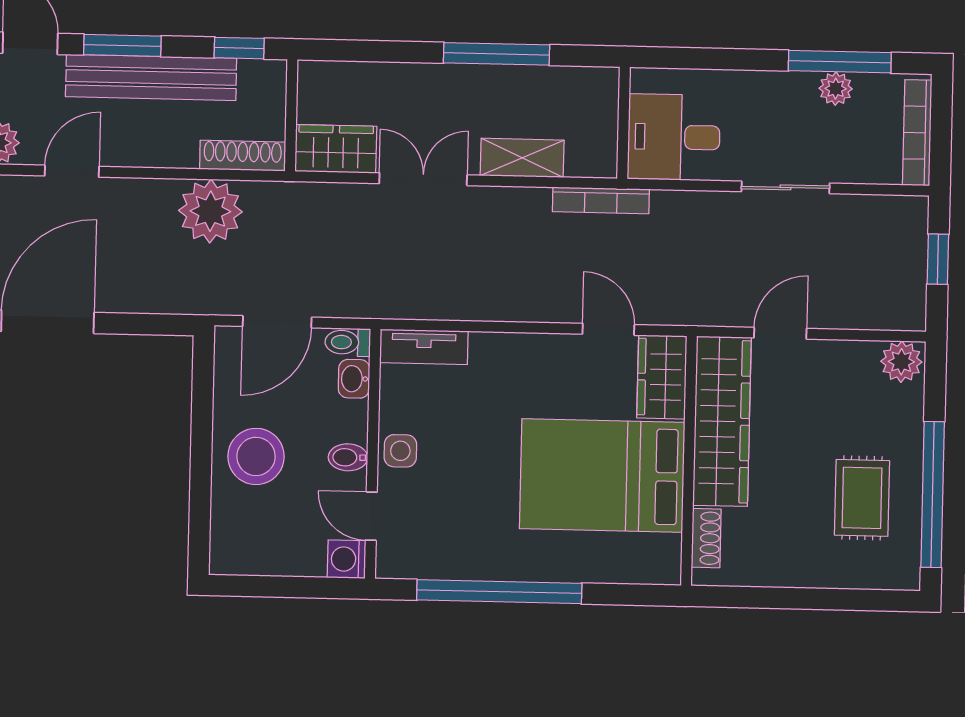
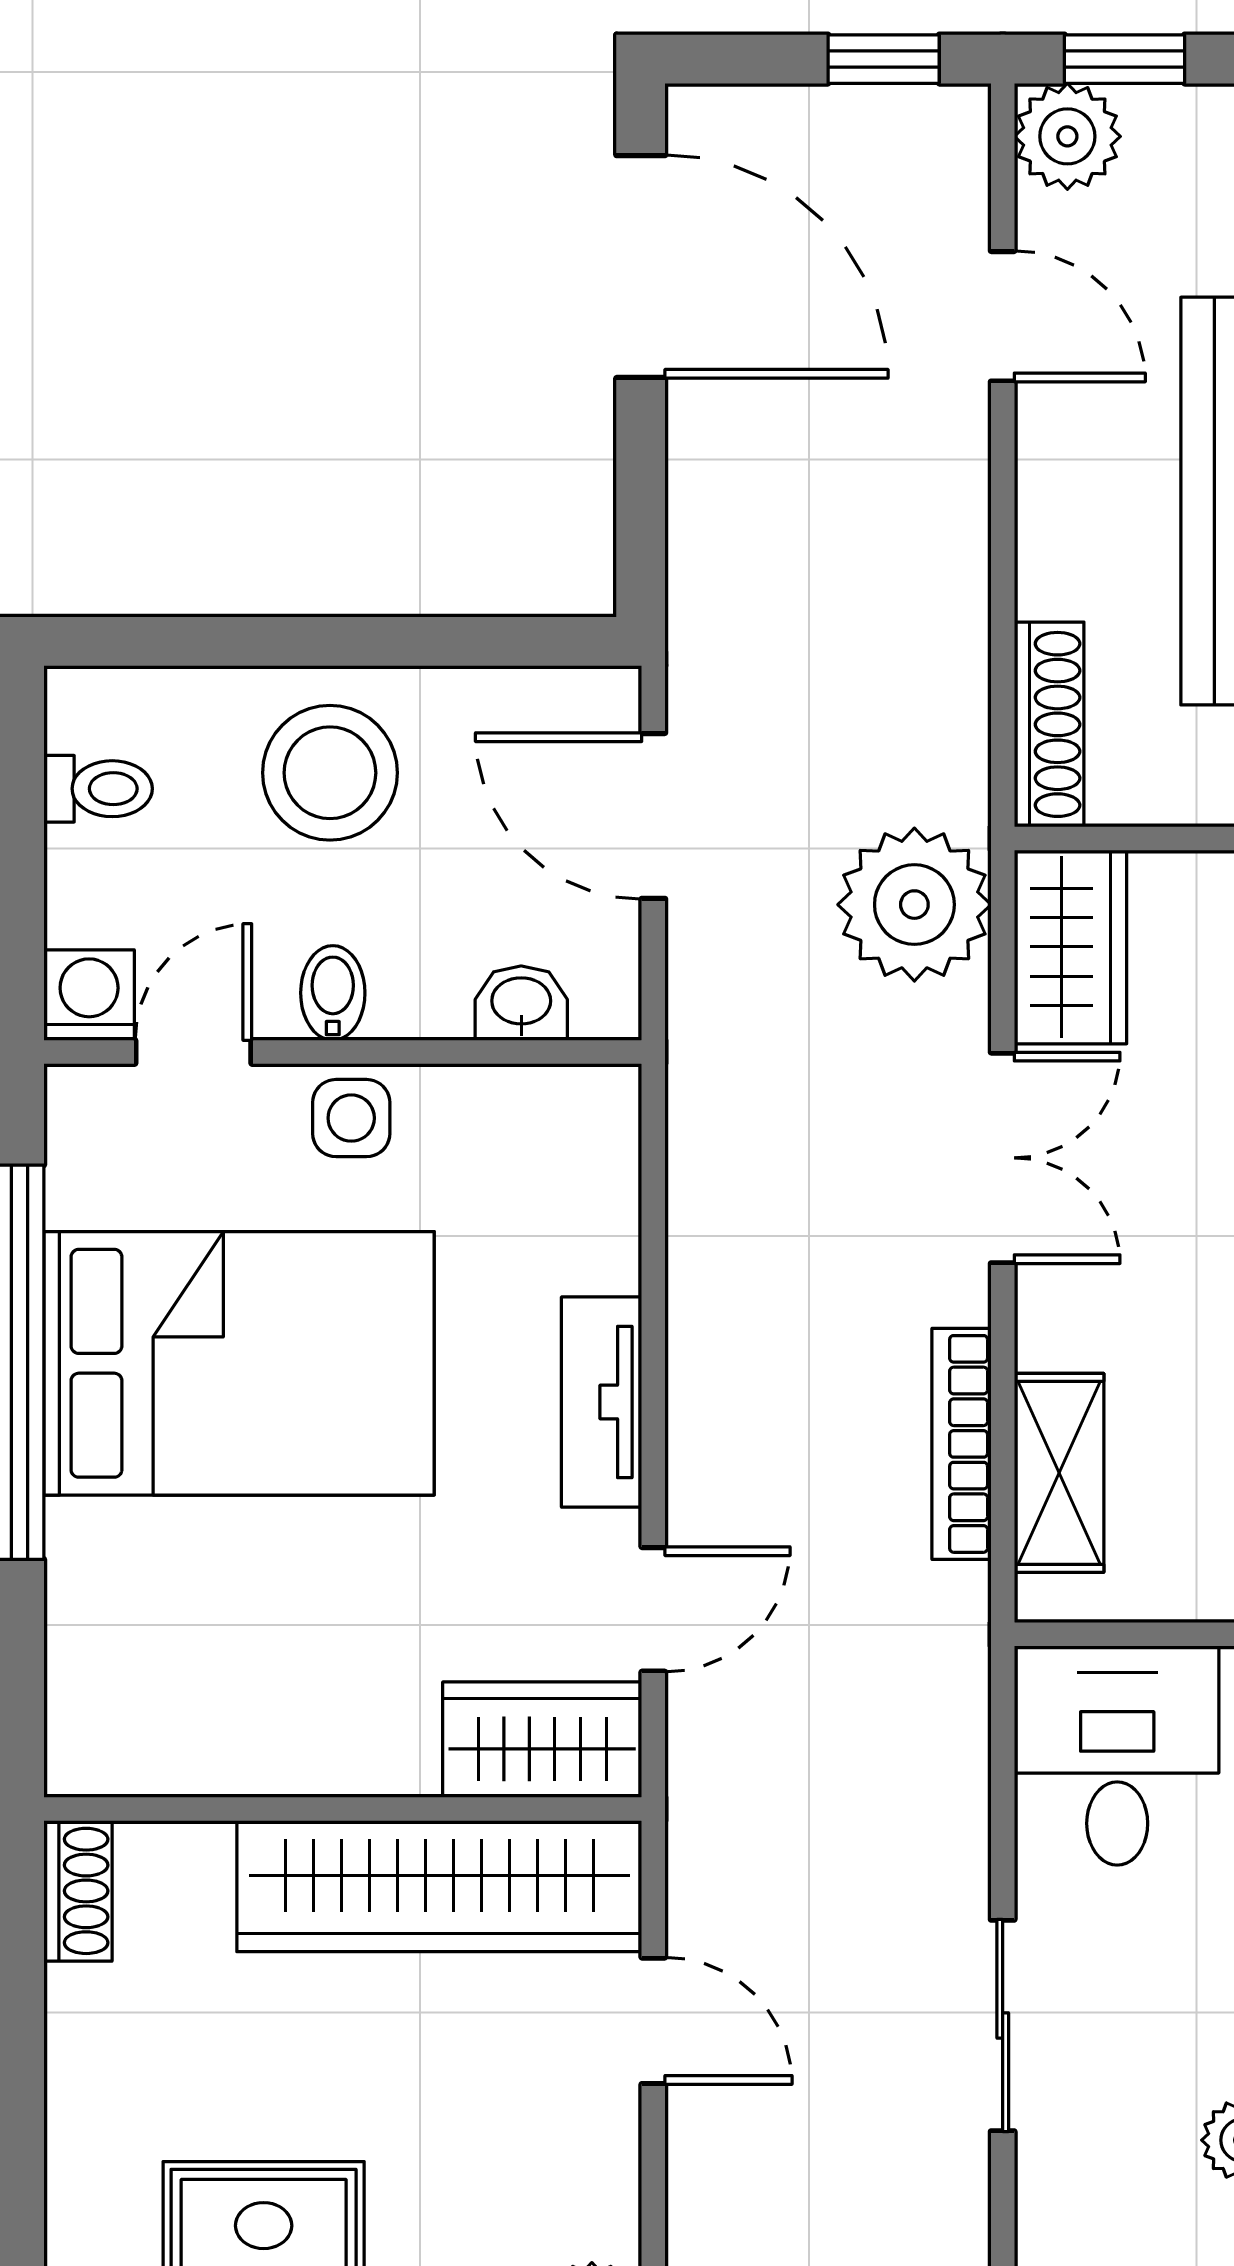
shelving: (522, 158) -> (1059, 1473), moved
bookcase: (601, 200) -> (961, 1444), moved
plant: (210, 211) -> (914, 905), moved
toilet: (348, 342) -> (98, 789), moved, turned 90
tv unit: (424, 347) -> (602, 1402), moved
bed: (602, 475) -> (239, 1363), moved, turned 90
shoe rack: (706, 538) -> (78, 1891), moved, turned -90

